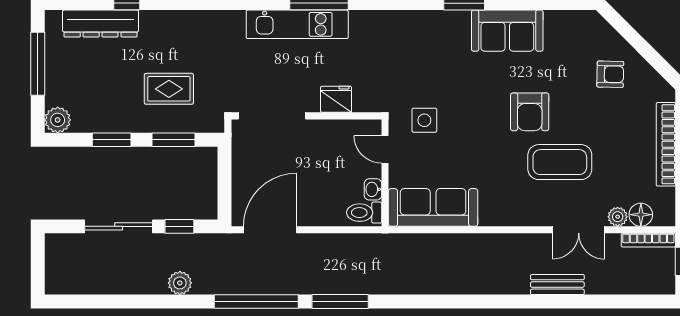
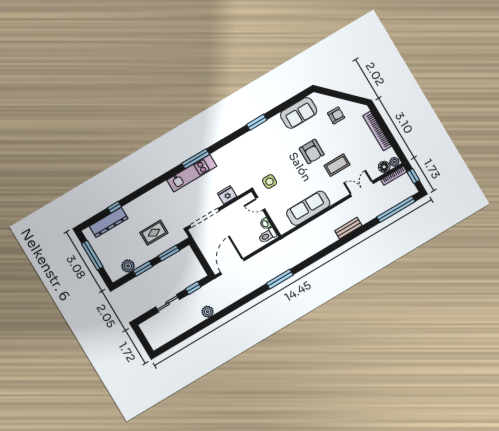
sofa: (507, 31) -> (299, 113), moved
plant: (58, 120) -> (128, 266), moved
coffee table: (560, 162) -> (337, 165), width x0.73, depth x0.76
sofa: (433, 207) -> (308, 208), moved
plant: (618, 217) -> (394, 162), moved
sliding door: (119, 226) -> (168, 303), width x0.73
double door: (579, 230) -> (362, 189), swing flipped
bench: (557, 284) -> (348, 228), moved
window: (256, 302) -> (396, 209), moved

